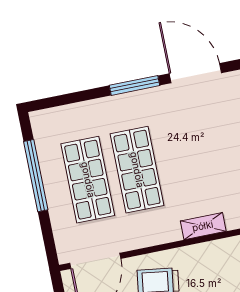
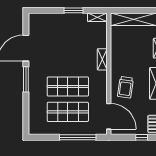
window: (36, 176) -> (78, 137), moved

